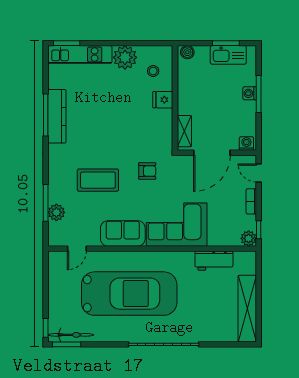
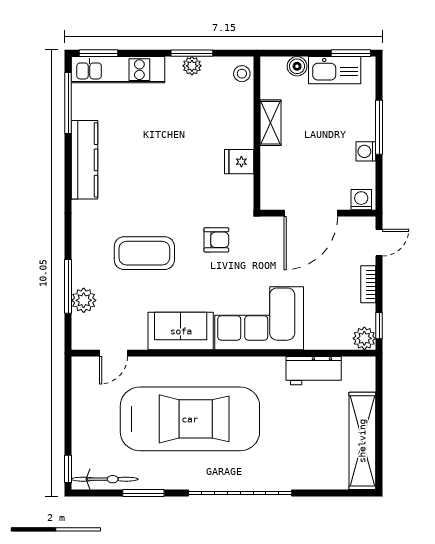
window: (130, 43) -> (192, 53), added
window: (226, 43) -> (351, 53), moved
boiler: (187, 52) -> (297, 66), moved
plant: (125, 57) -> (192, 66), width x0.53, depth x0.53
stool: (153, 71) -> (242, 74), moved
washing machine: (250, 93) -> (366, 151), moved
fridge: (163, 100) -> (239, 162), moved
window: (46, 115) -> (68, 103), moved
shelving: (184, 131) -> (271, 123), moved
door: (259, 173) -> (379, 243), swing flipped
window: (67, 344) -> (143, 493), moved

